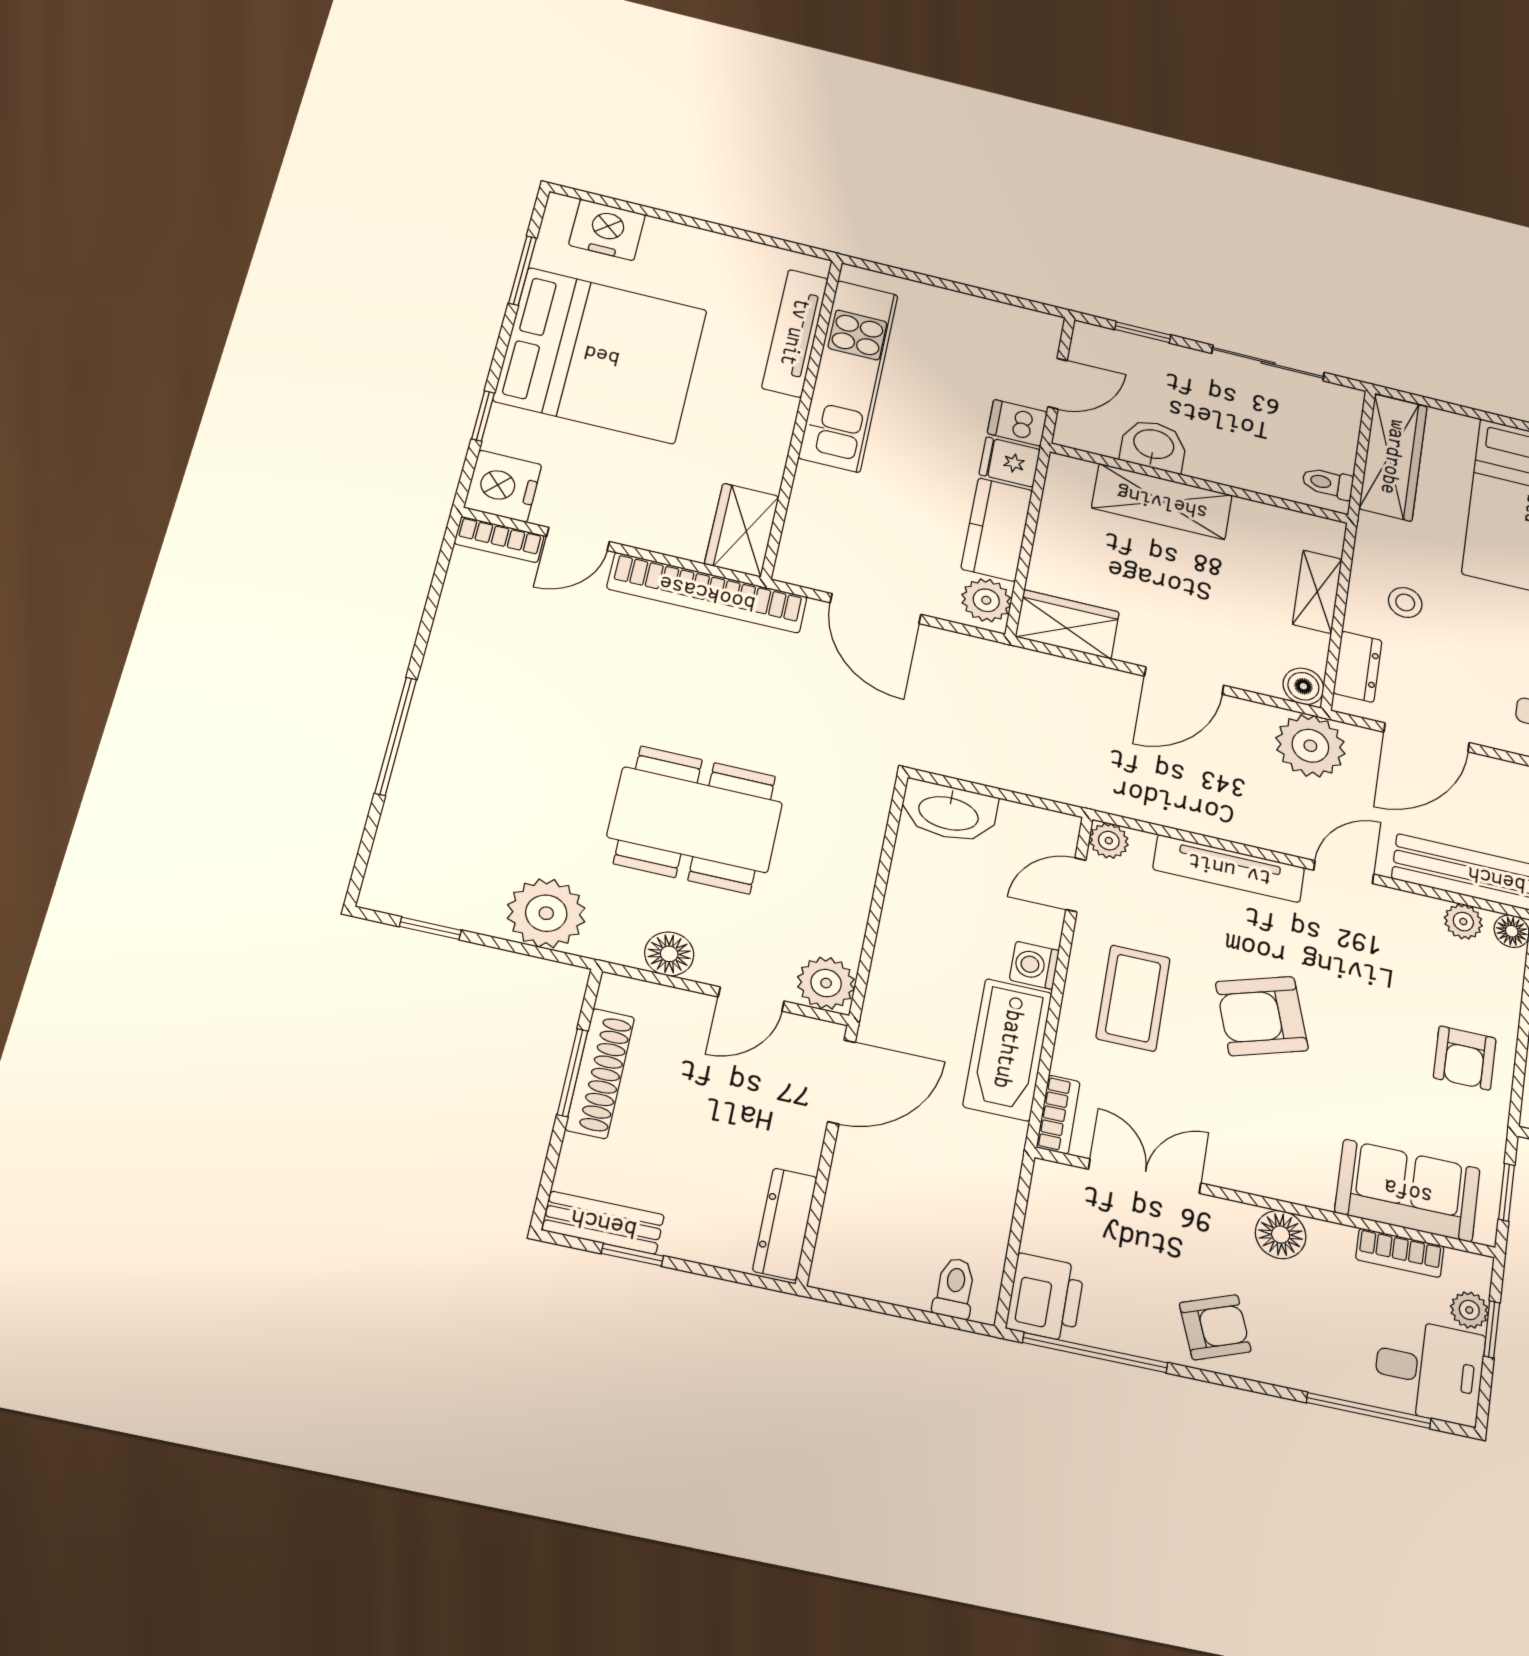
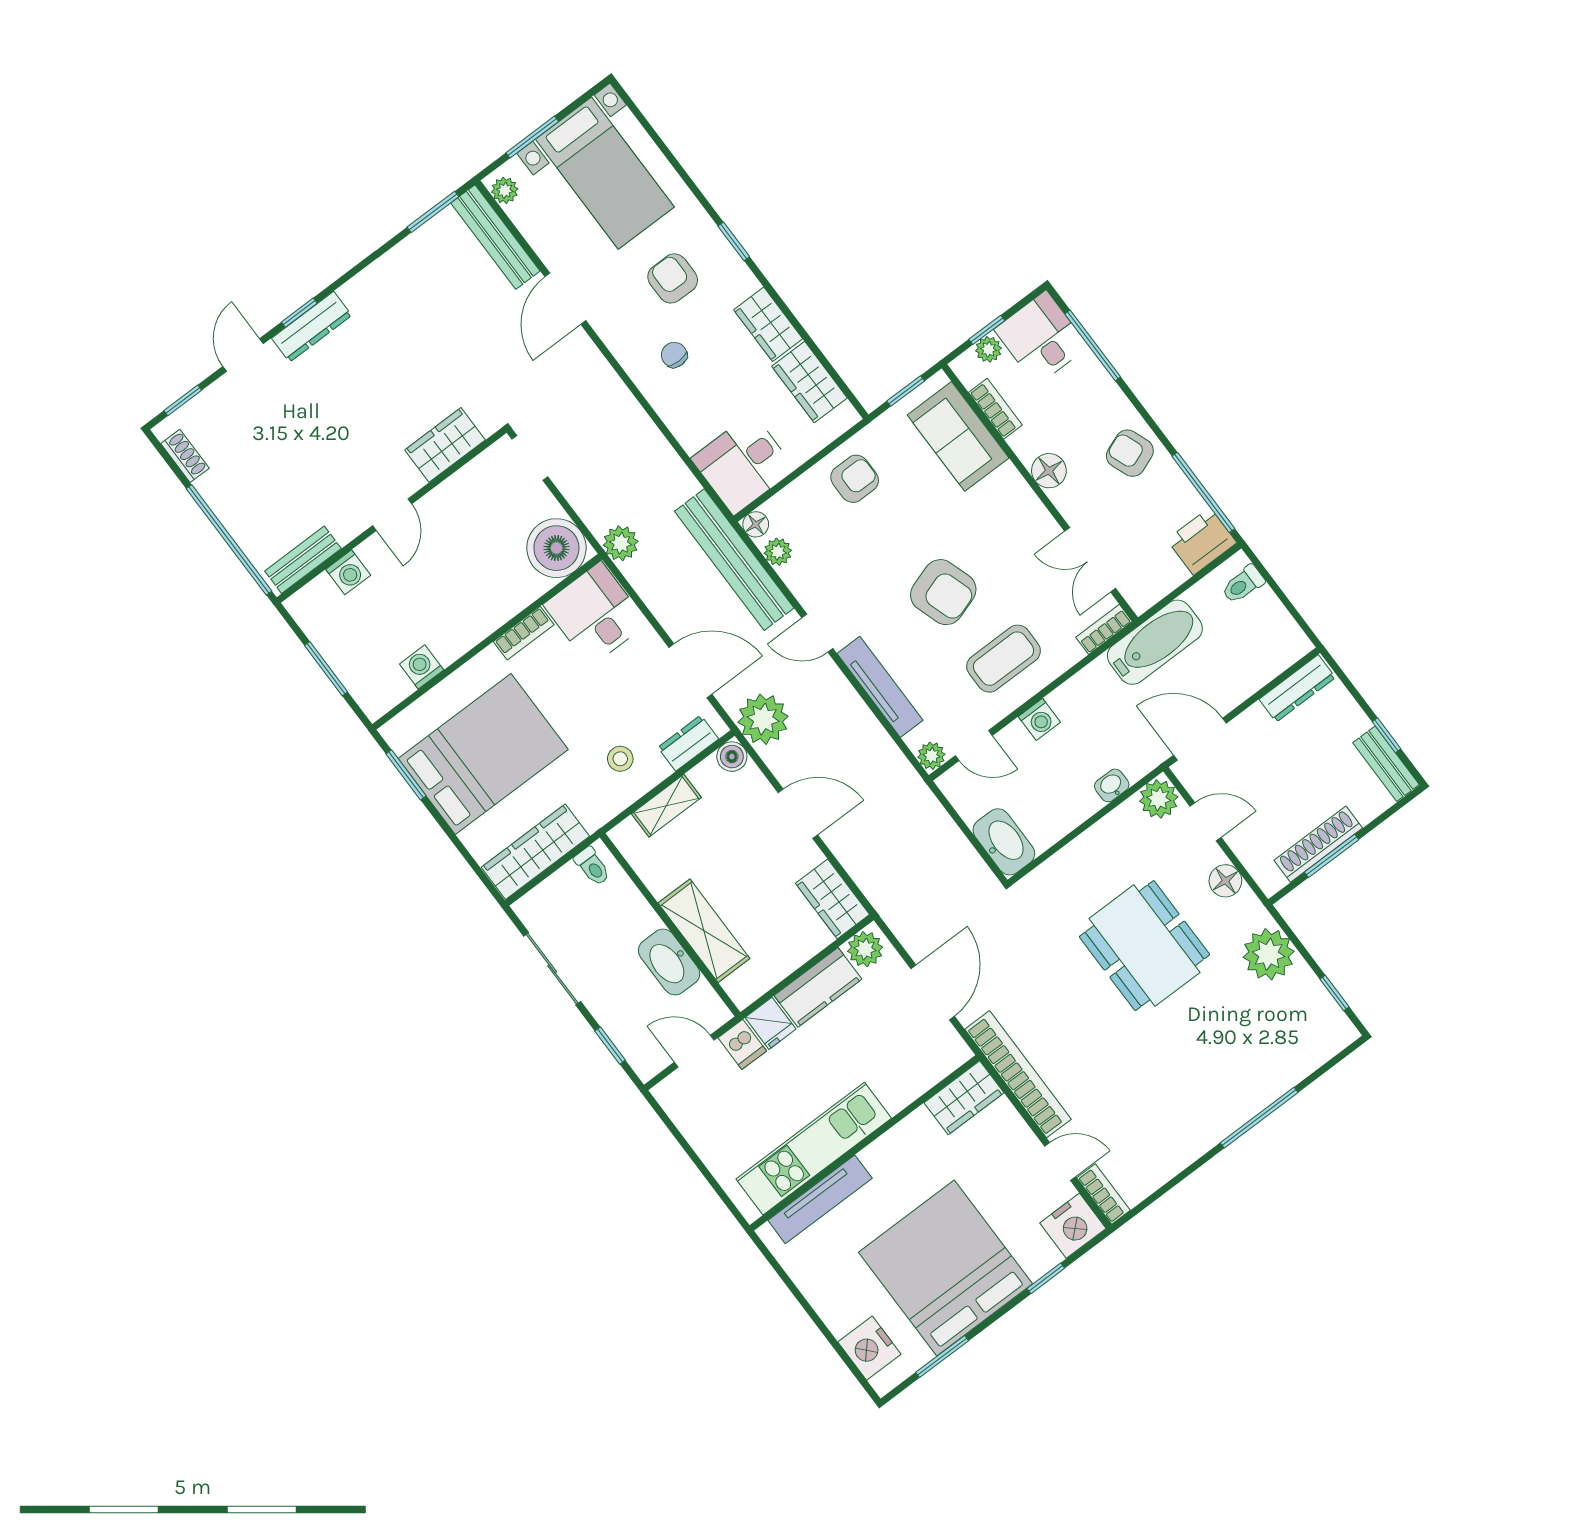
washbasin: (1154, 445) -> (669, 962), width x1.38
washbasin: (891, 958) -> (1112, 785), added
bathtub: (1008, 1050) -> (1155, 642), moved

